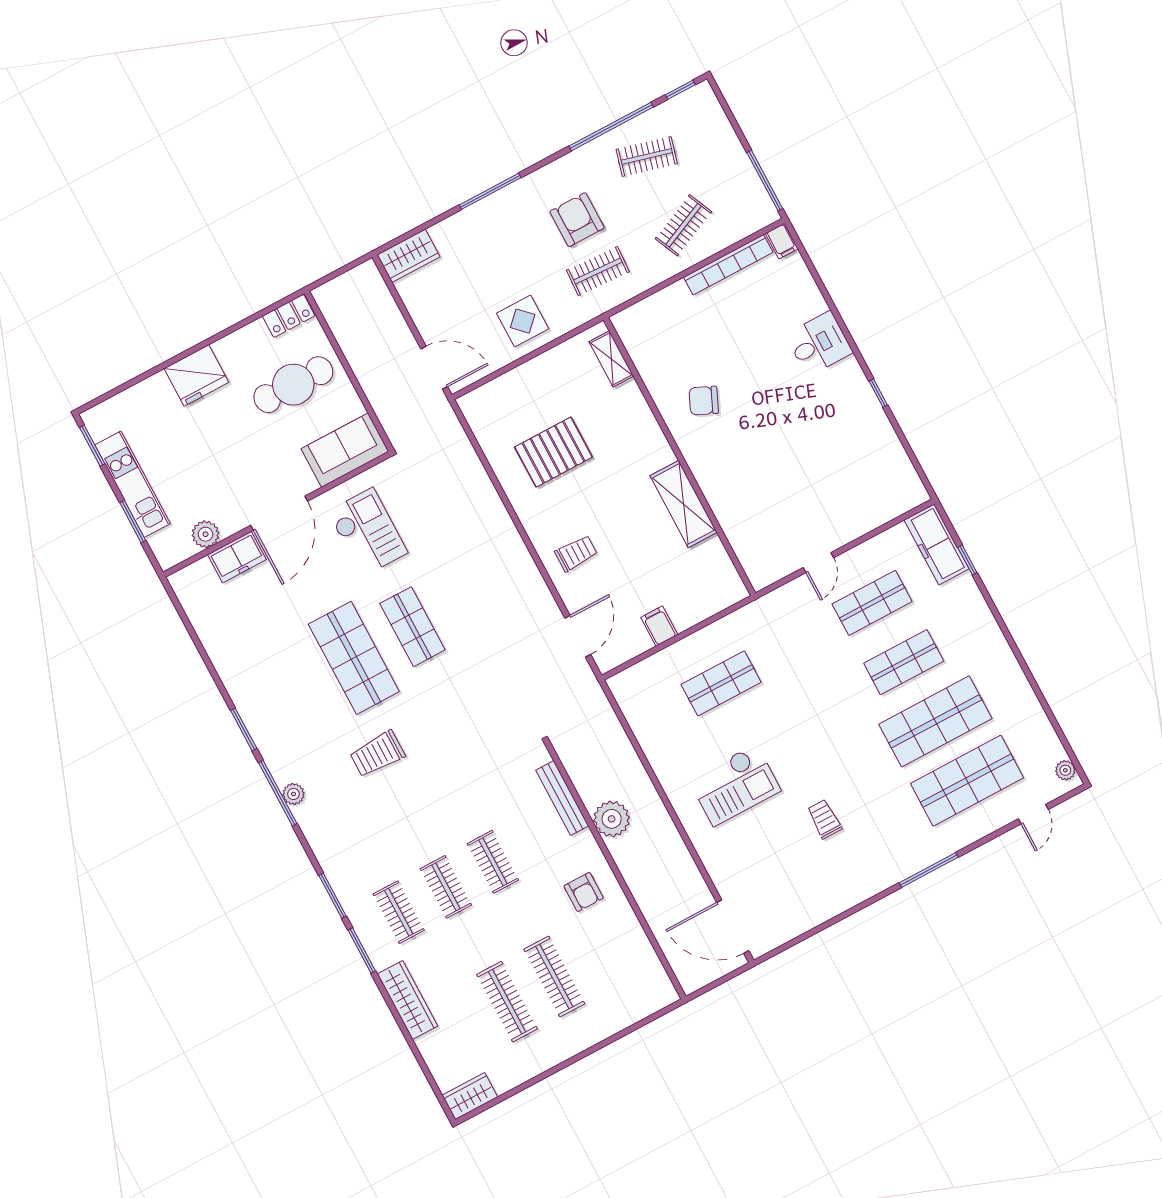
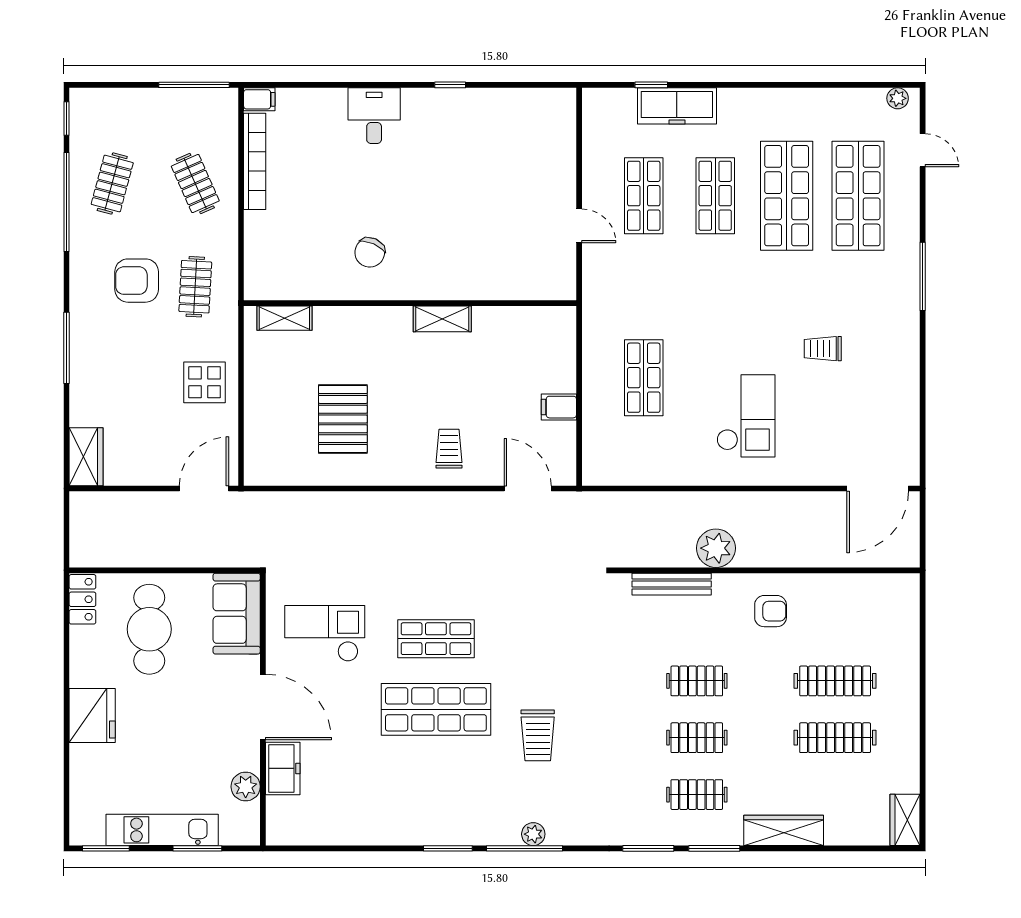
shelving: (683, 504) -> (442, 319), width x0.67, depth x0.75
freezer: (937, 544) -> (677, 106), moved

